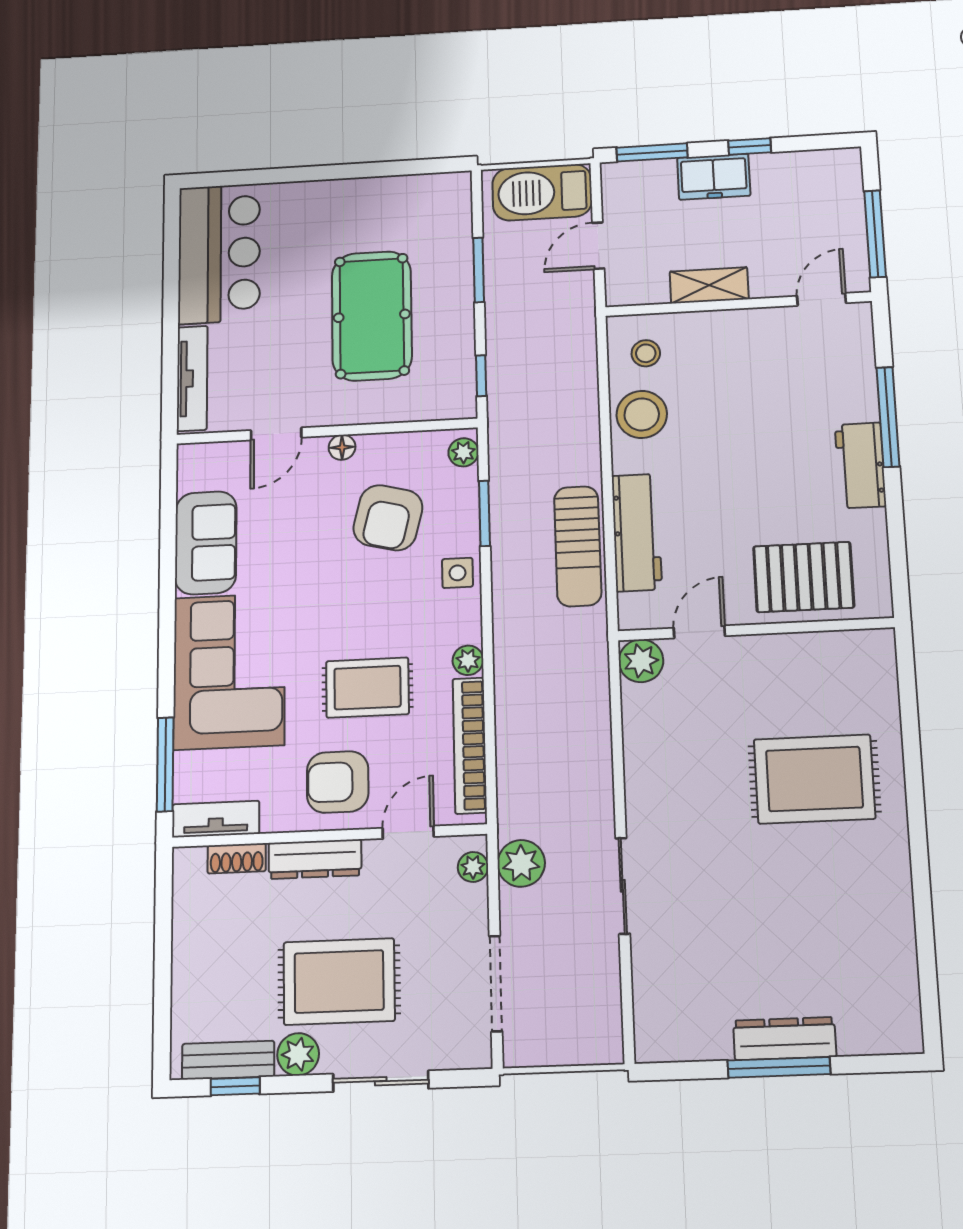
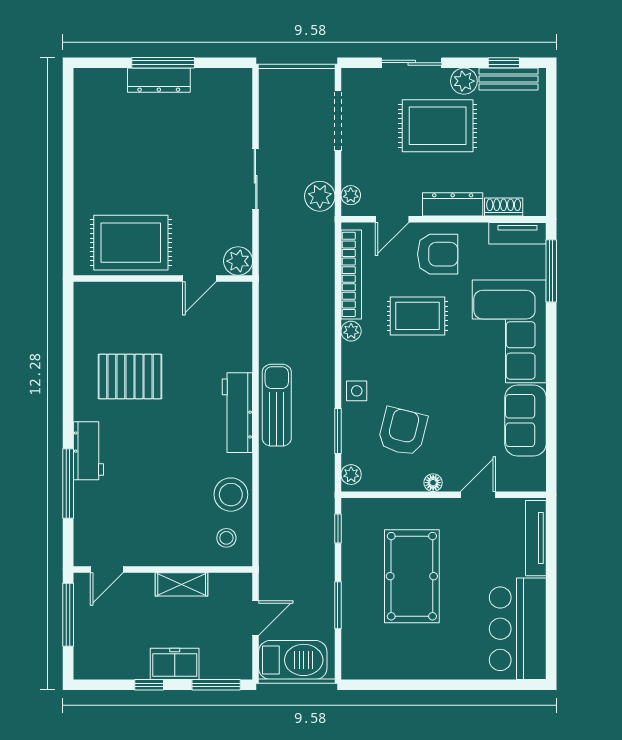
wall: (756, 629) -> (163, 278), moved
door: (699, 632) -> (199, 278), moved
plant: (641, 661) -> (238, 261), moved

